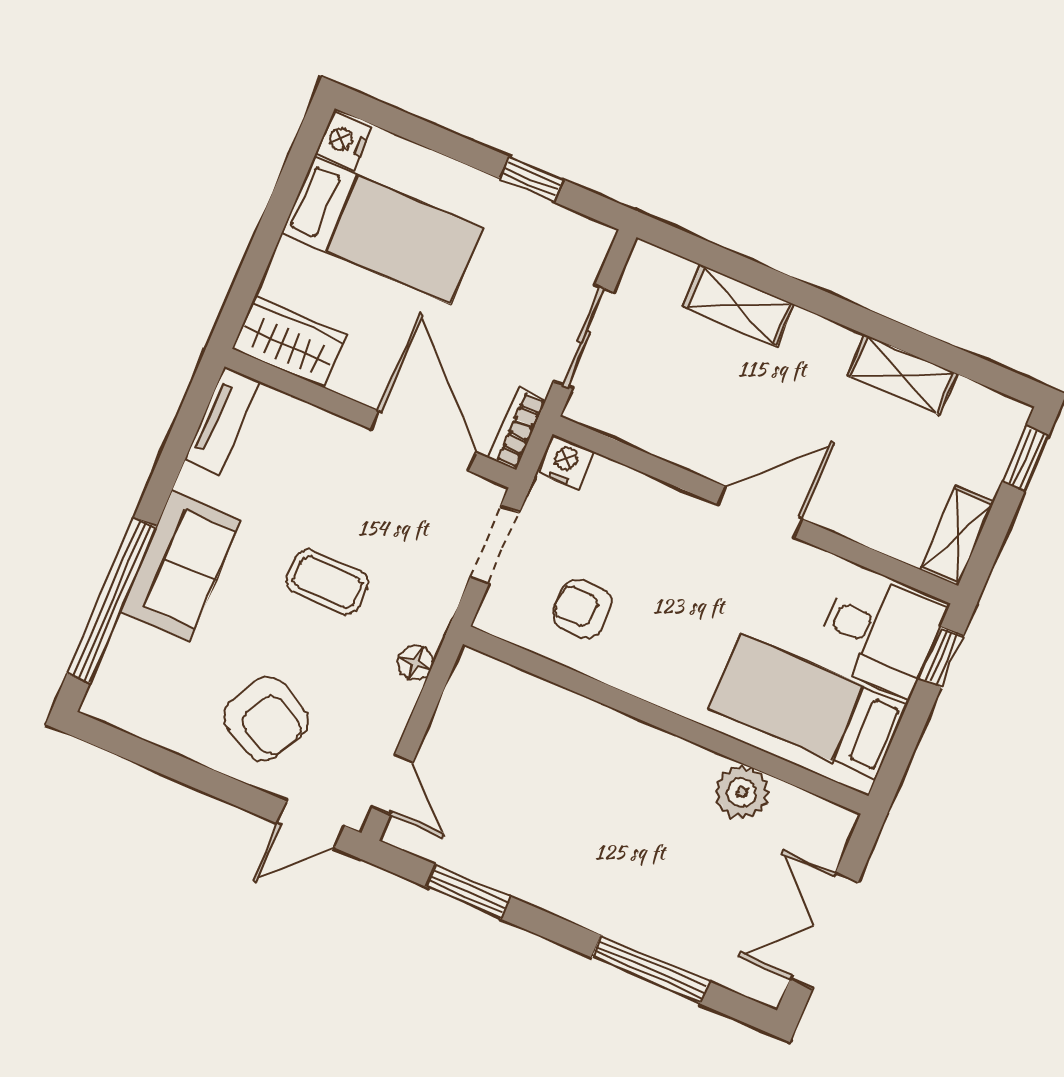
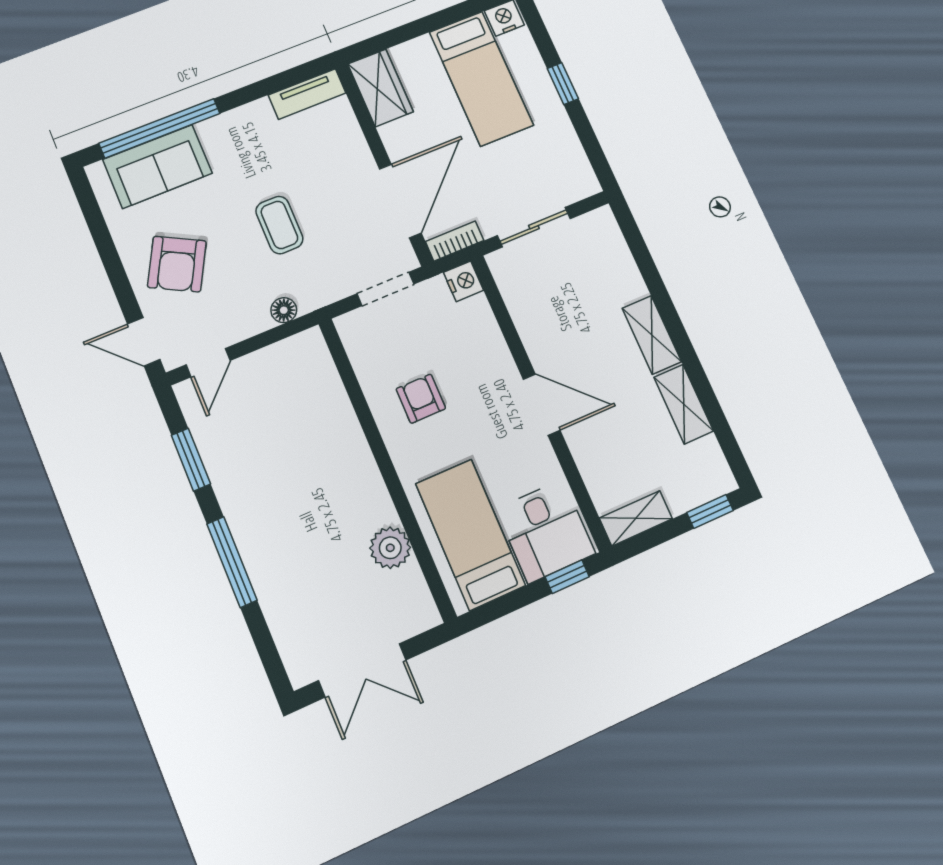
window: (531, 179) -> (563, 84), moved
shelving: (739, 305) -> (652, 335), moved
sofa: (181, 566) -> (158, 166), moved
armchair: (582, 609) -> (421, 399), moved
double door: (824, 931) -> (362, 670), swing flipped
window: (651, 970) -> (232, 562), moved

